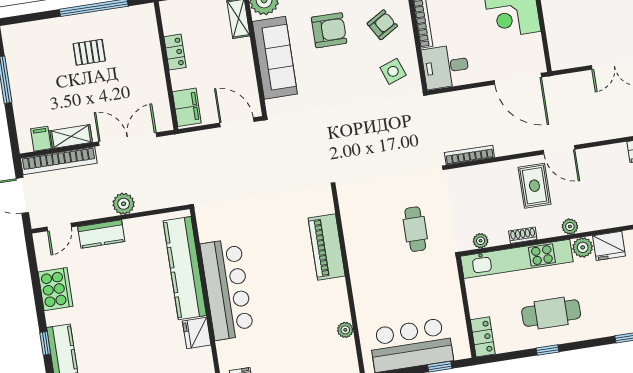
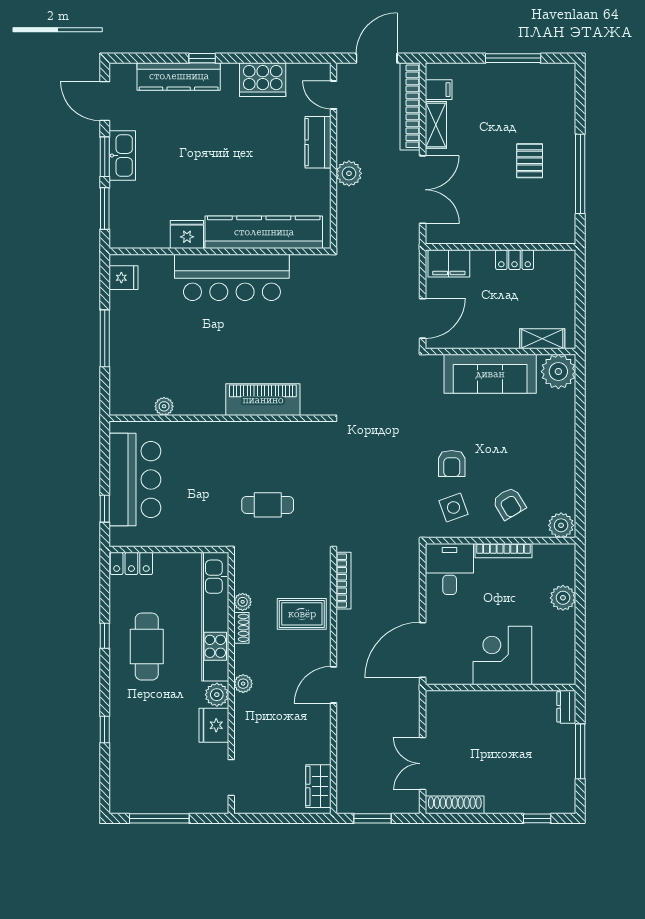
armchair: (329, 30) -> (452, 463), moved, width x0.72, depth x0.72
rug: (534, 186) -> (302, 614), moved
plant: (481, 241) -> (243, 602), moved

